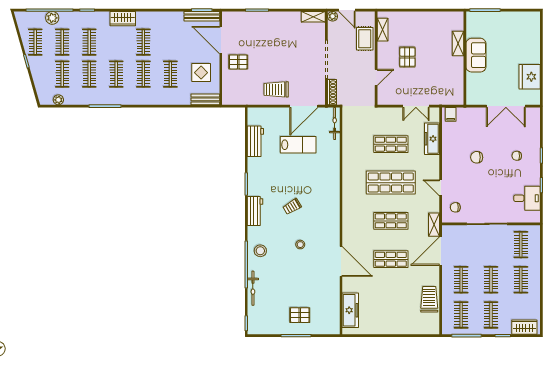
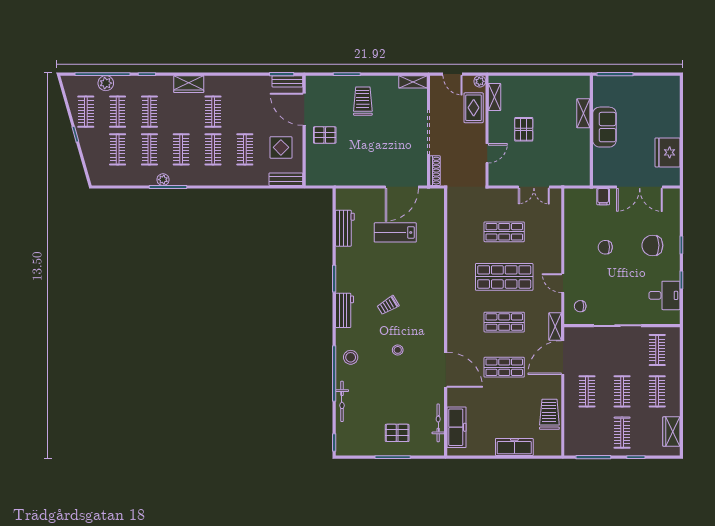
bench: (202, 16) -> (287, 81), width x0.73
plant: (333, 16) -> (480, 81), moved
trolley: (276, 89) -> (363, 101), moved, turned 90
plant: (58, 100) -> (163, 180), moved
filing cabinet: (451, 114) -> (603, 197), moved
bicycle: (335, 124) -> (438, 423), moved
freezer: (432, 139) -> (514, 447), moved, turned 90
lab bench: (298, 145) -> (395, 232), turned 180
chair: (517, 156) -> (652, 245), width x1.87, depth x1.87
clothes rail: (461, 315) -> (587, 433), removed
wardrobe: (524, 327) -> (671, 432), moved, turned -90

